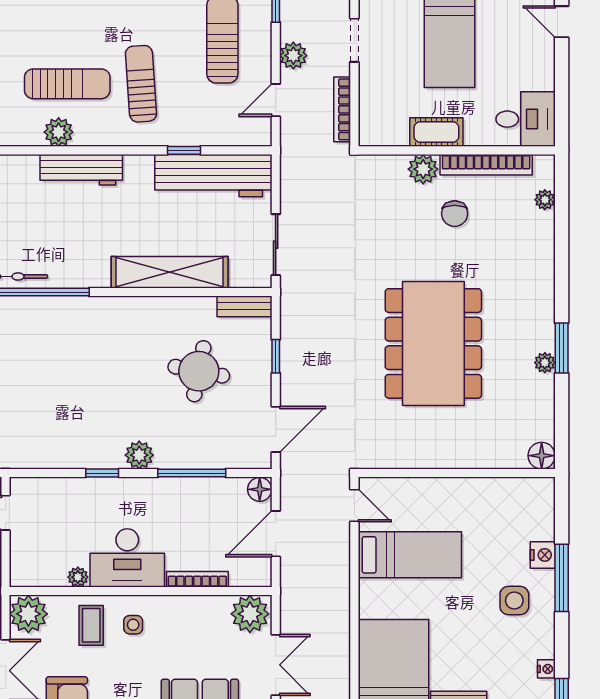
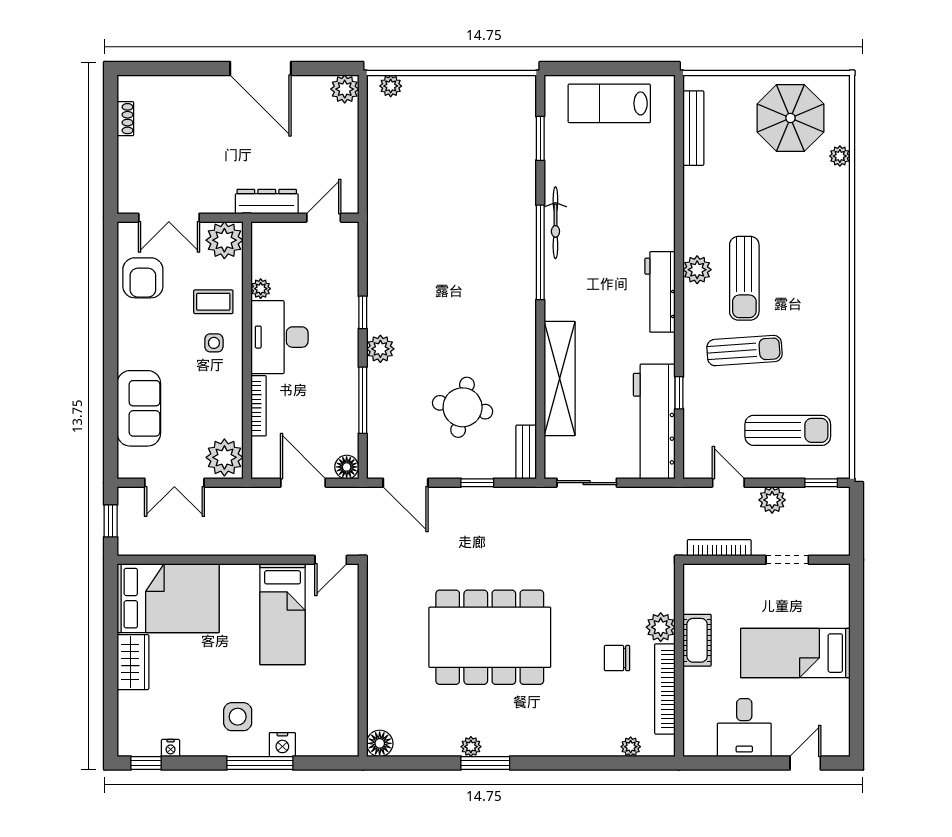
desk: (526, 119) -> (744, 728), moved

